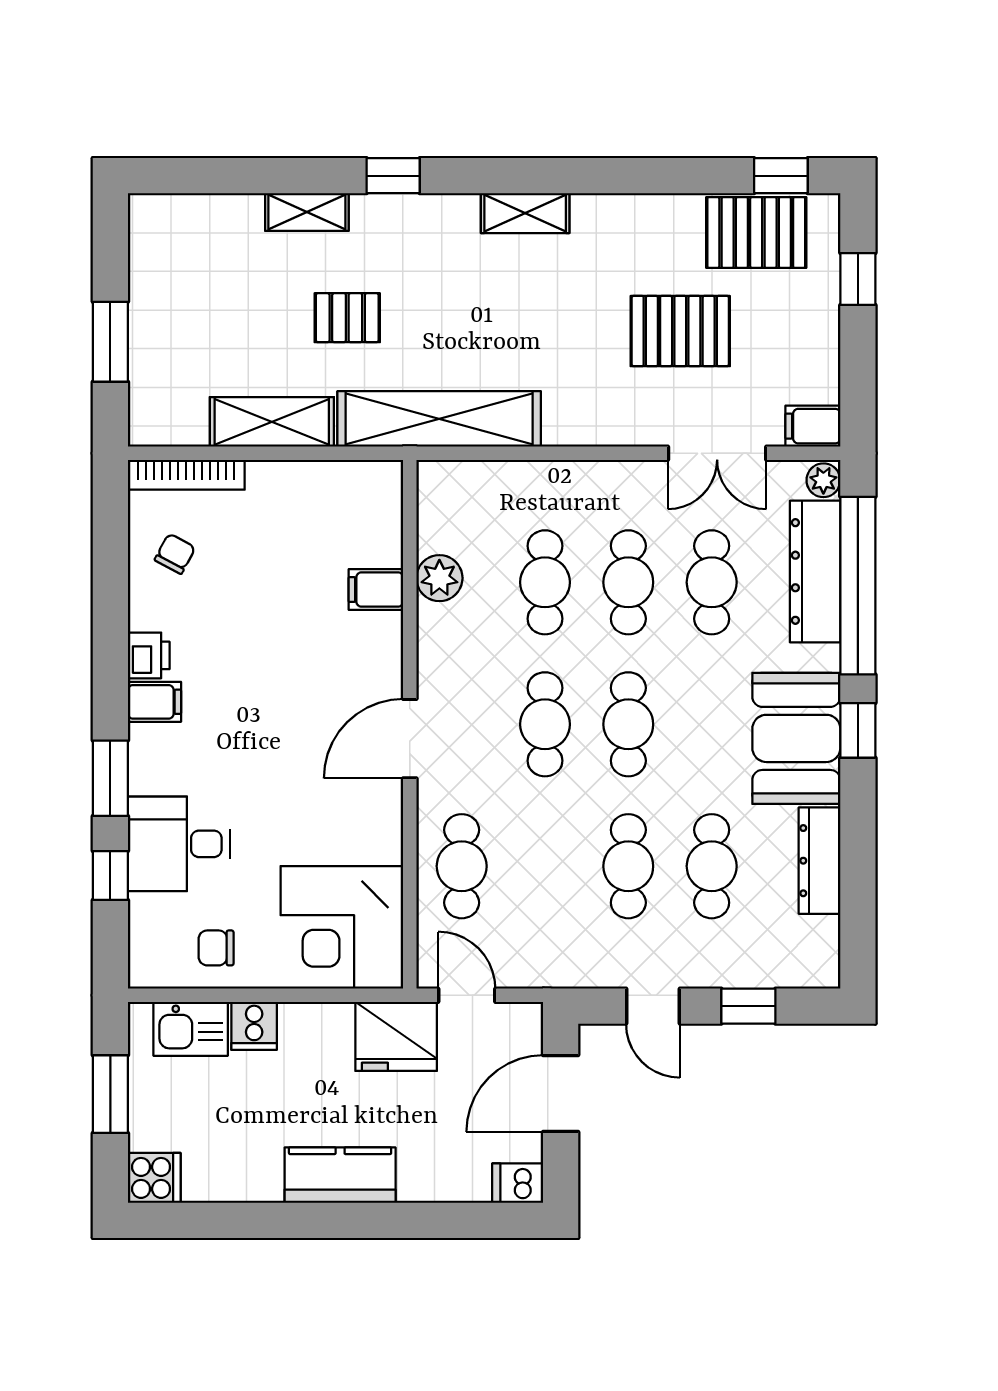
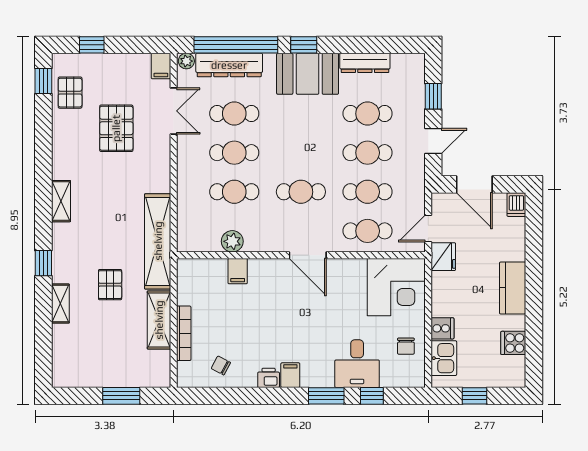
pallet: (756, 232) -> (70, 93), width x0.67, depth x0.71
bookcase: (186, 475) -> (184, 333), moved
cafe table: (628, 724) -> (368, 192), moved
fridge: (396, 1036) -> (443, 257), width x0.73, depth x0.75
window: (110, 1094) -> (475, 396), width x0.67
cooker: (154, 1178) -> (513, 343), moved, turned -90

